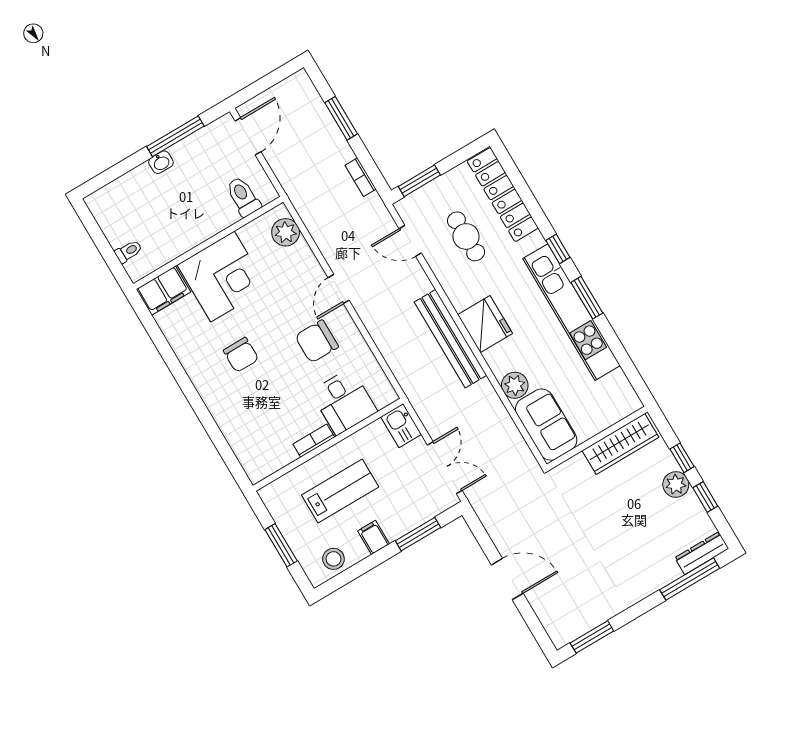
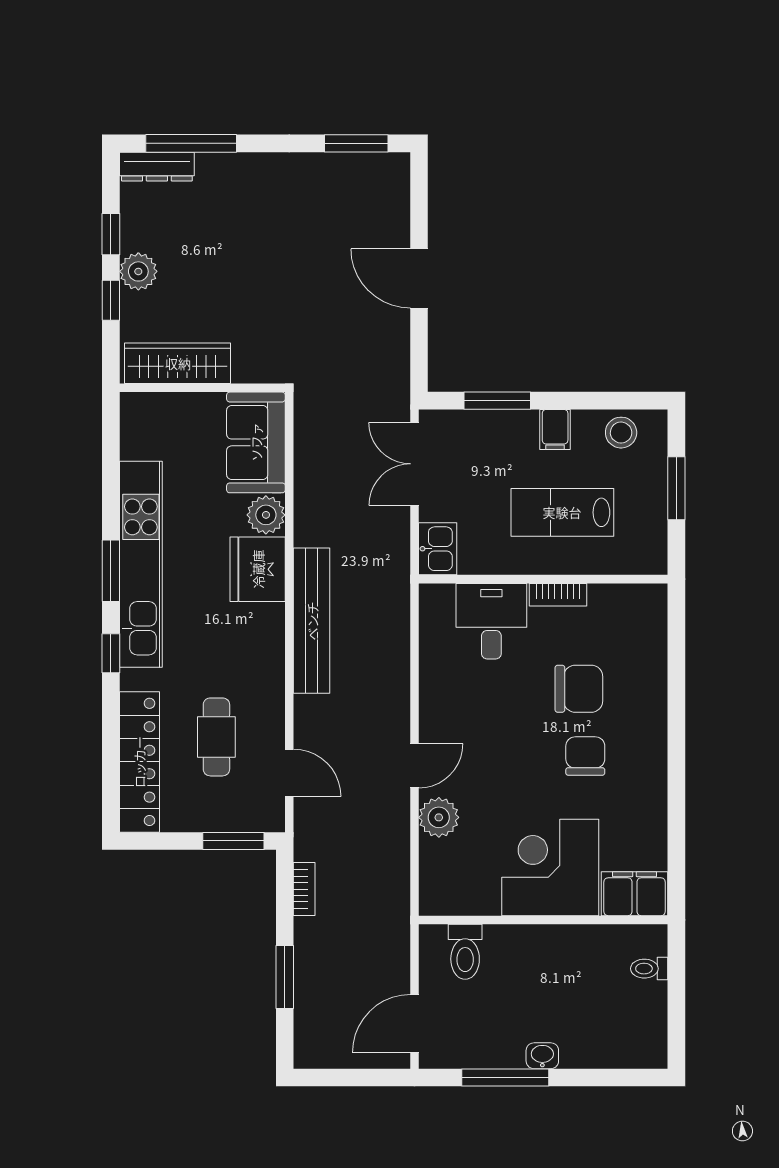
plant: (286, 232) -> (439, 817), moved
fridge: (485, 324) -> (258, 569), moved
chair: (317, 341) -> (579, 689), moved

